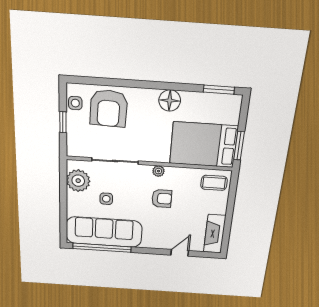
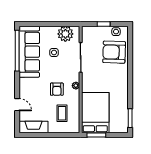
floor lamp: (170, 100) -> (122, 89), removed
coffee table: (214, 183) -> (62, 113), moved

